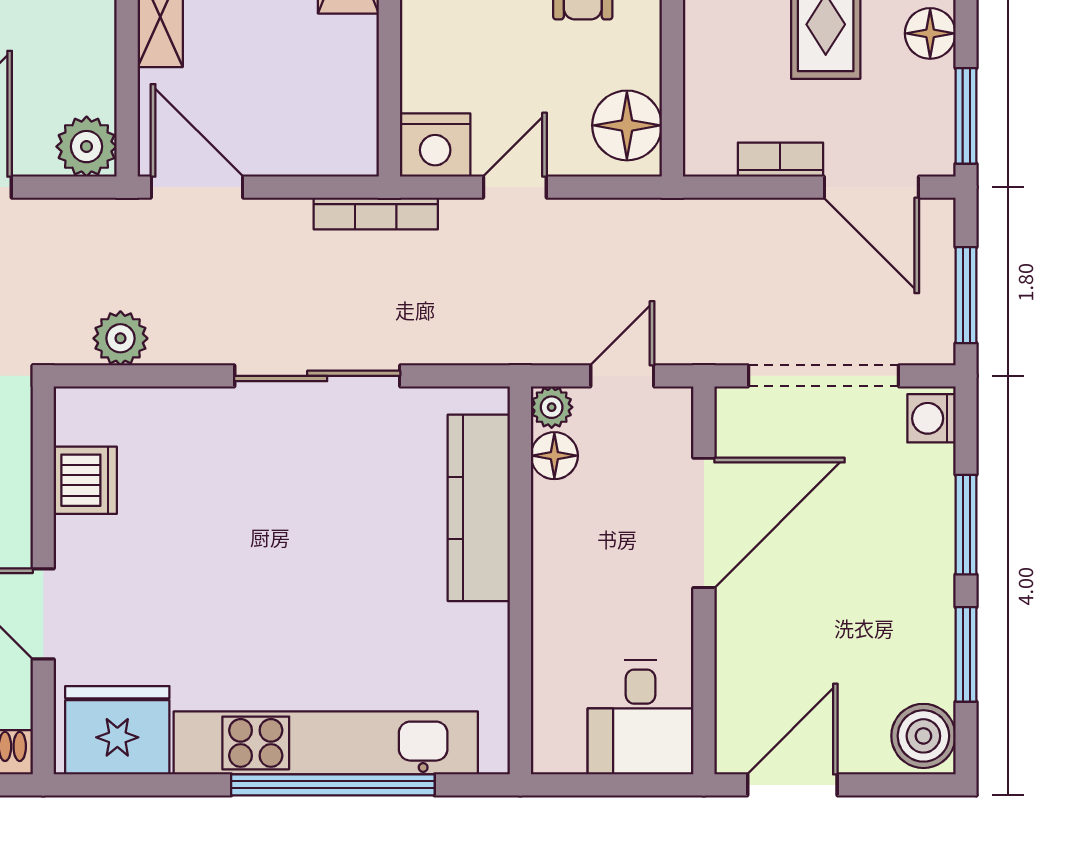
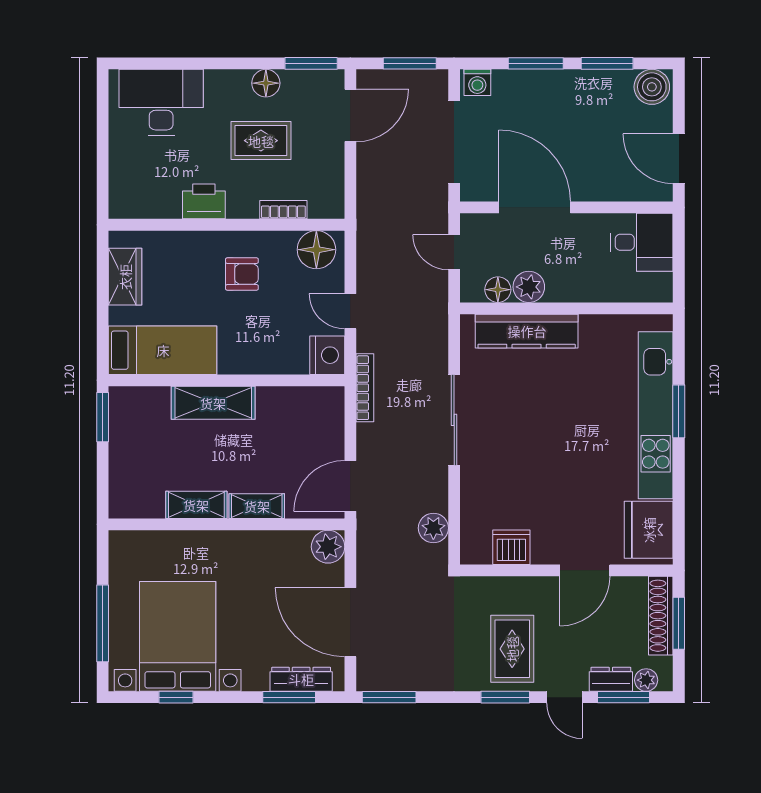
bookcase: (780, 160) -> (283, 210), moved, turned 90
plant: (552, 407) -> (529, 287), moved, width x1.38, depth x1.38
window: (333, 785) -> (679, 411), width x0.47

